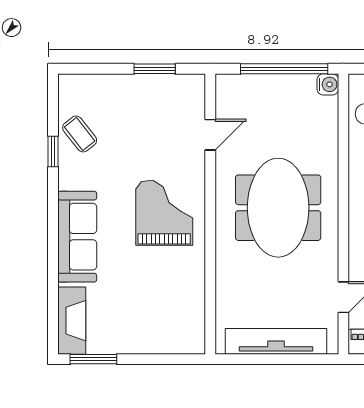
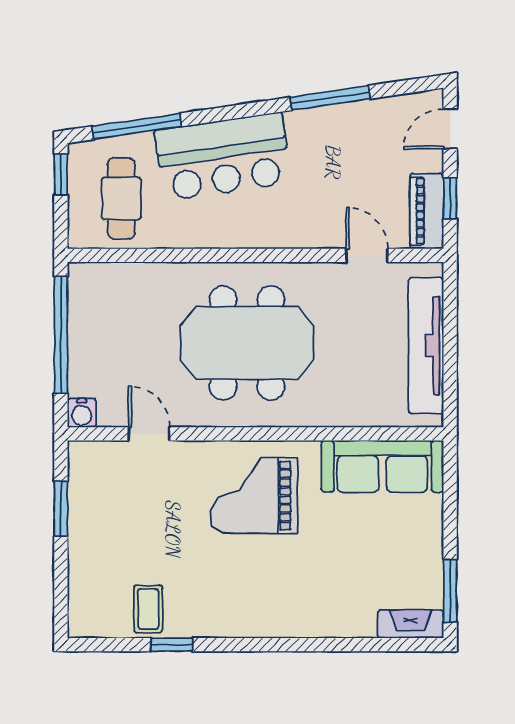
water cooler: (328, 84) -> (82, 413), moved, turned 180
coffee table: (80, 134) -> (148, 609), turned -52
sofa: (77, 237) -> (382, 466), moved, turned 180
fireplace: (72, 321) -> (411, 624), width x0.73, depth x0.76

